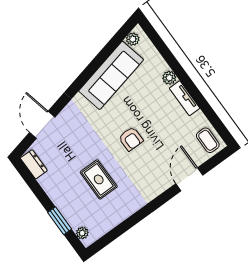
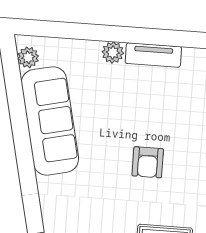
armchair: (131, 139) -> (148, 162), turned 90

